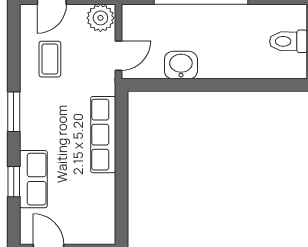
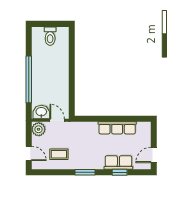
washbasin: (181, 65) -> (41, 112), moved, turned 90
row of seats: (103, 135) -> (117, 128), moved

